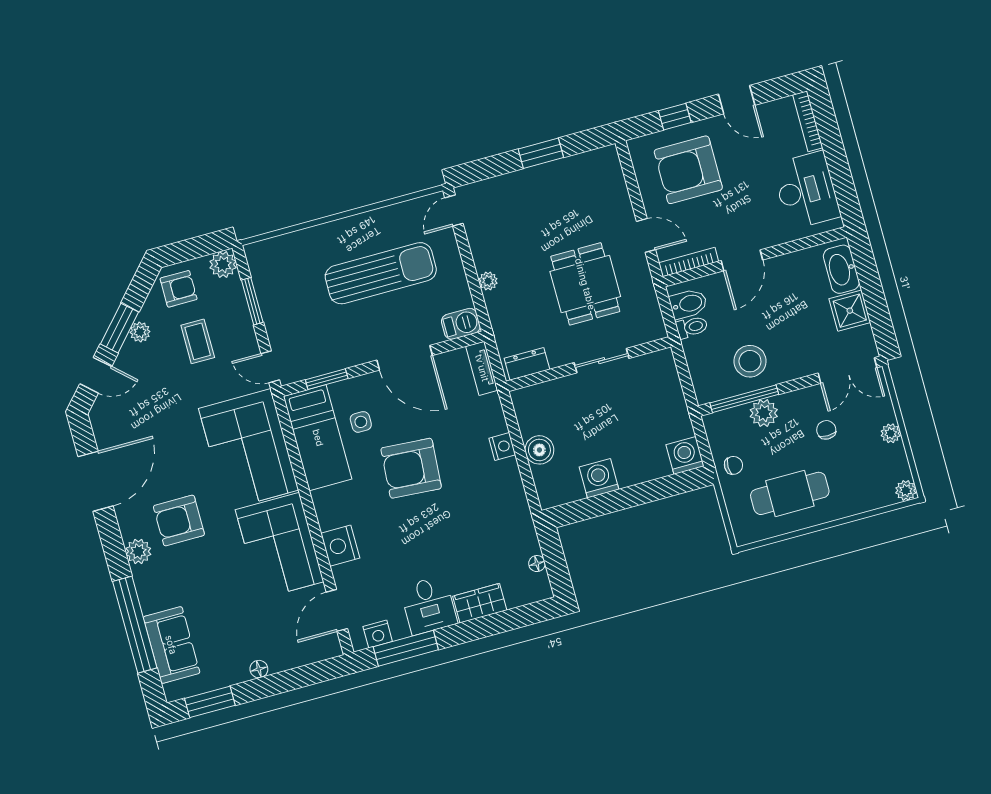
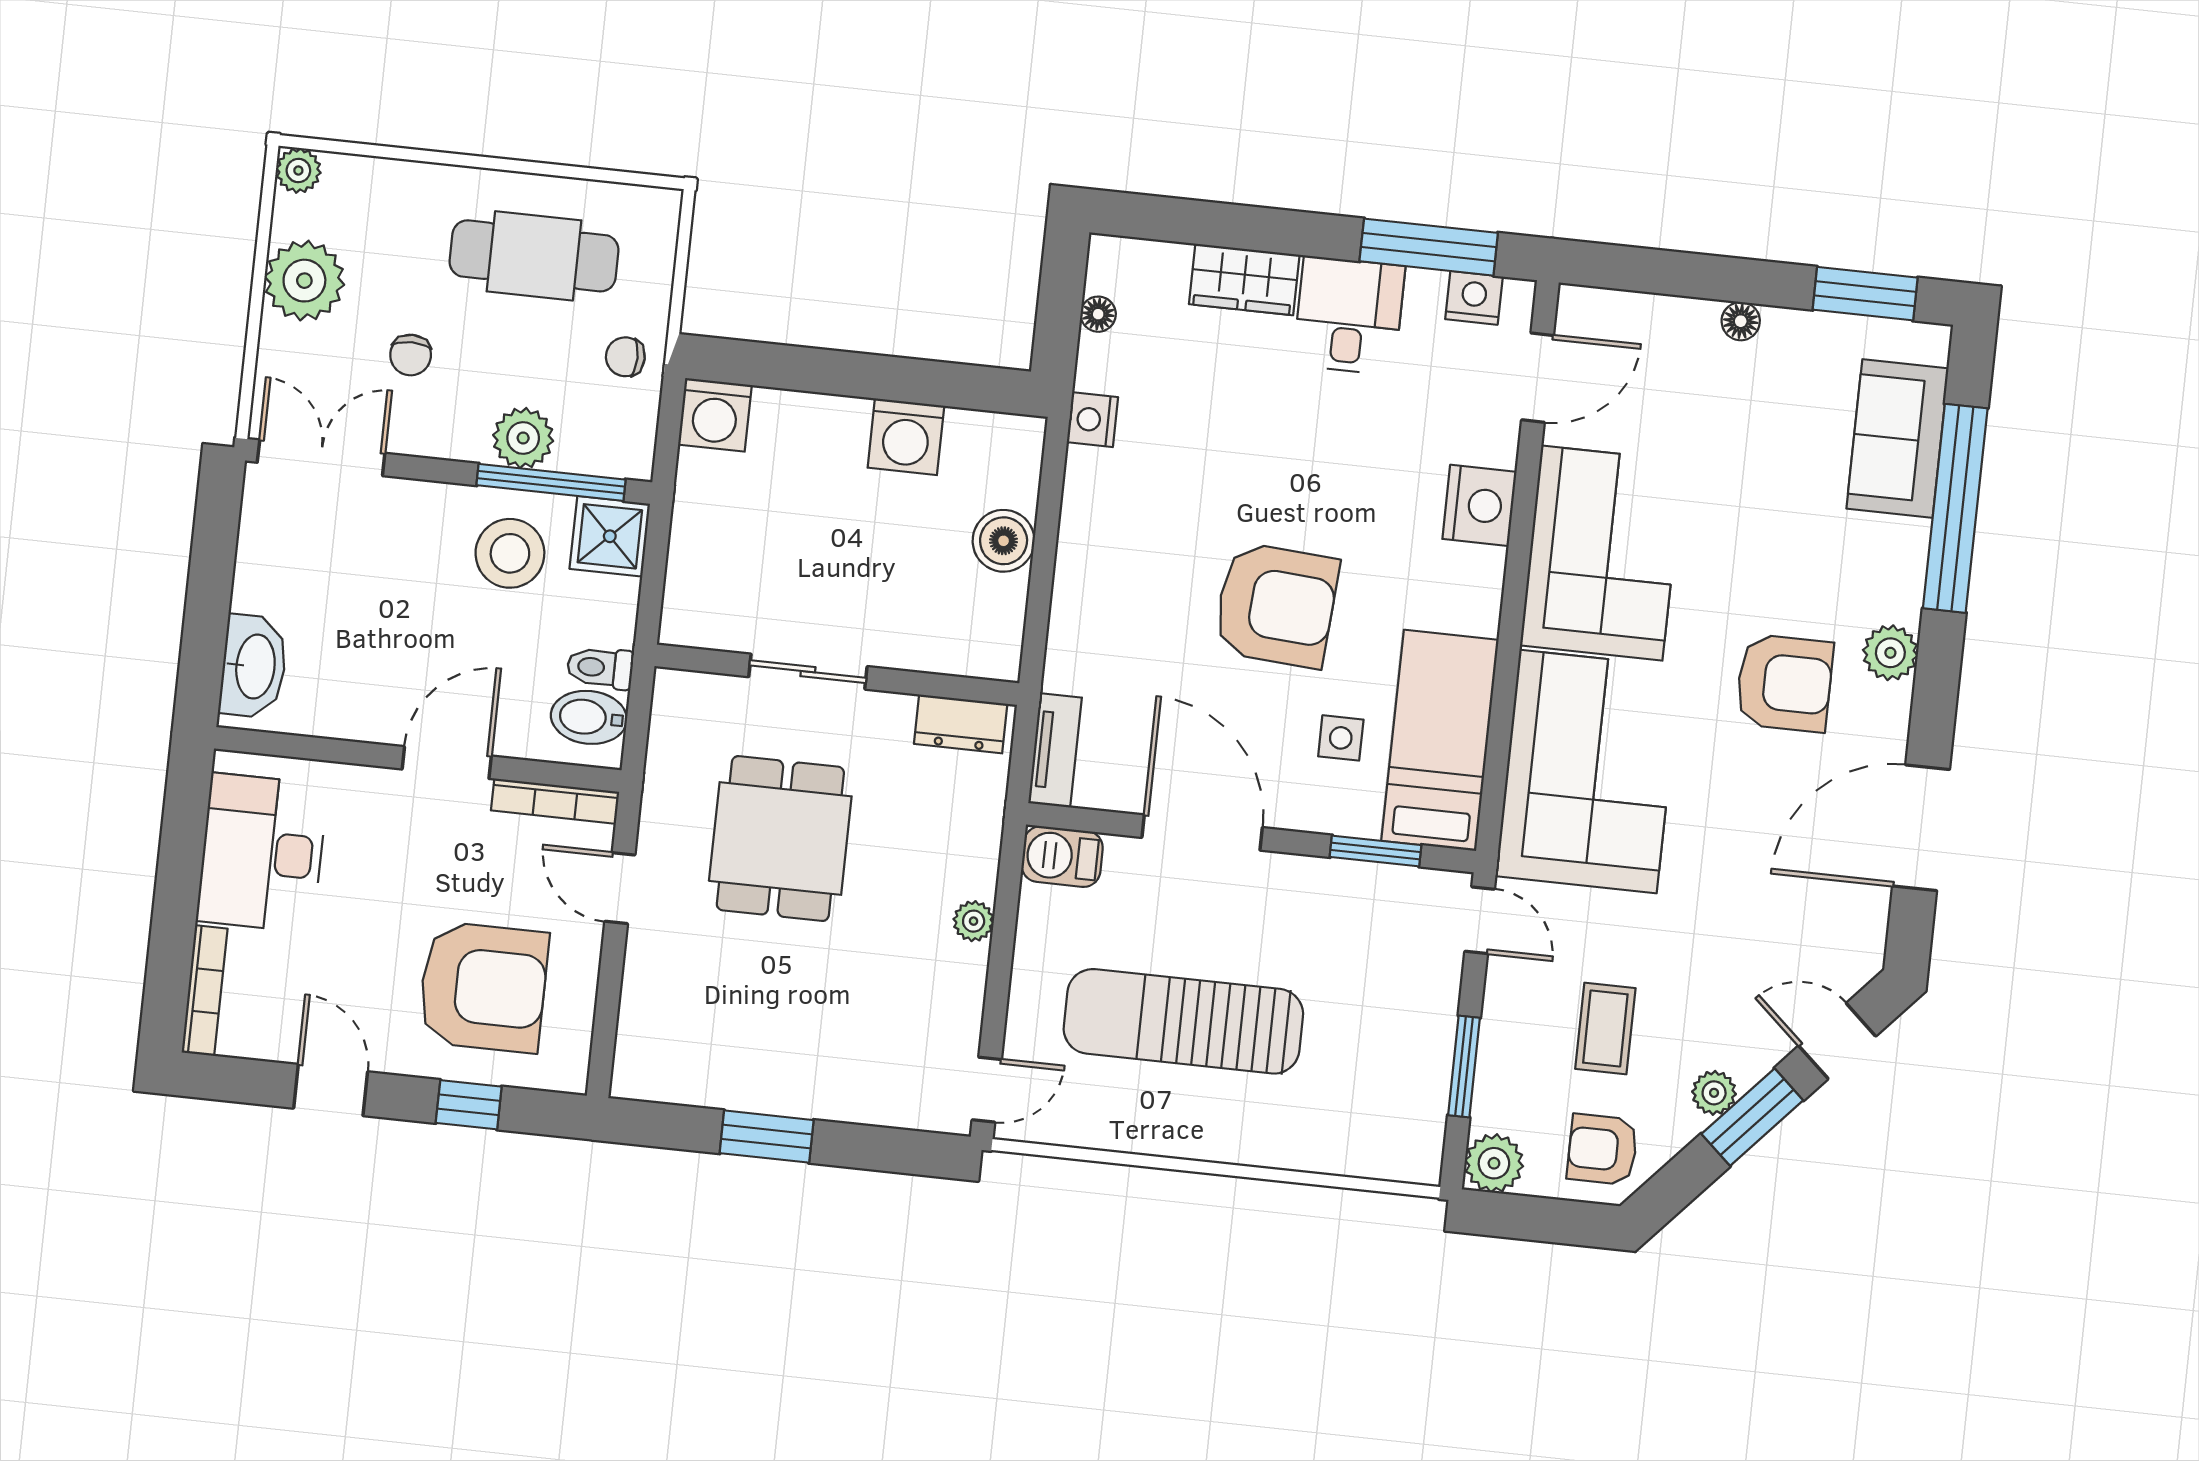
shower: (850, 311) -> (610, 536), moved
plant: (891, 433) -> (304, 281), width x1.88, depth x1.88
nightstand: (502, 446) -> (1092, 420), moved

